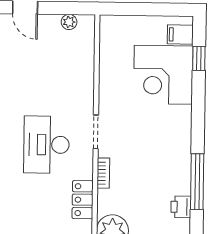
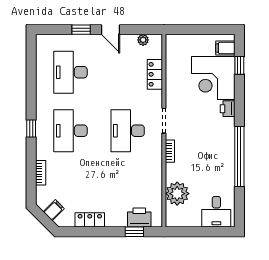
window: (197, 182) -> (239, 157), width x1.46
locker: (83, 200) -> (155, 74), moved
printer: (181, 207) -> (228, 109), moved

